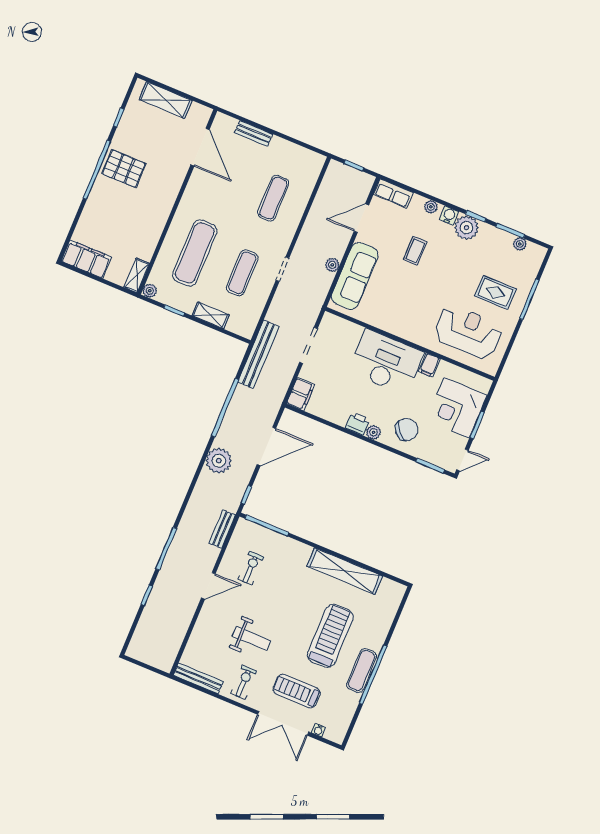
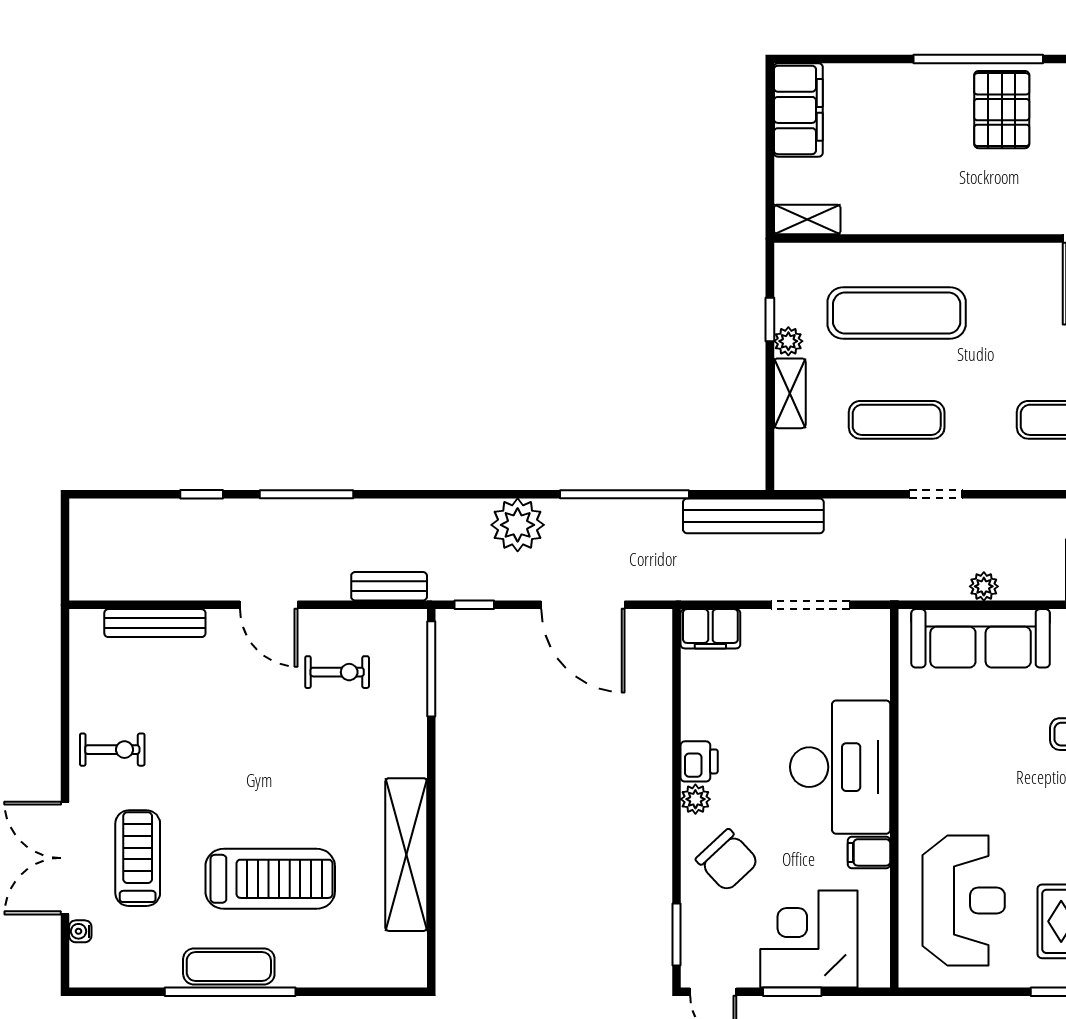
plant: (150, 291) -> (788, 341), moved
weight bench: (252, 638) -> (203, 730), removed
bench: (198, 678) -> (155, 623), moved, turned 90

